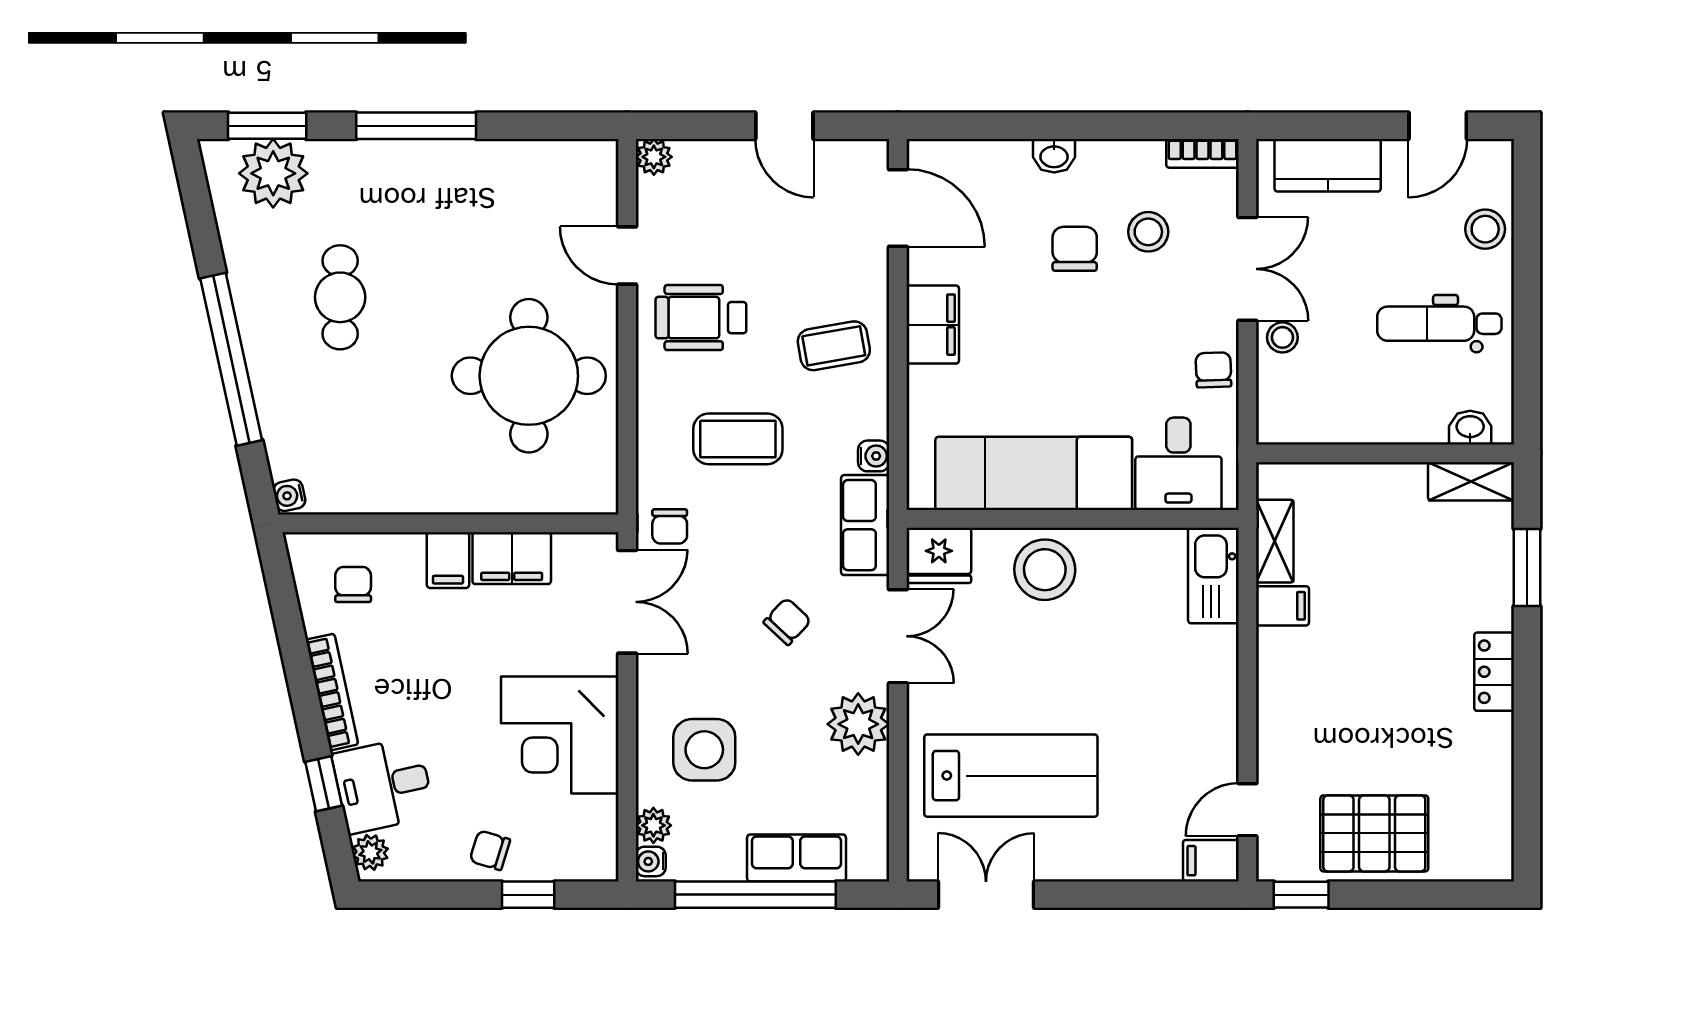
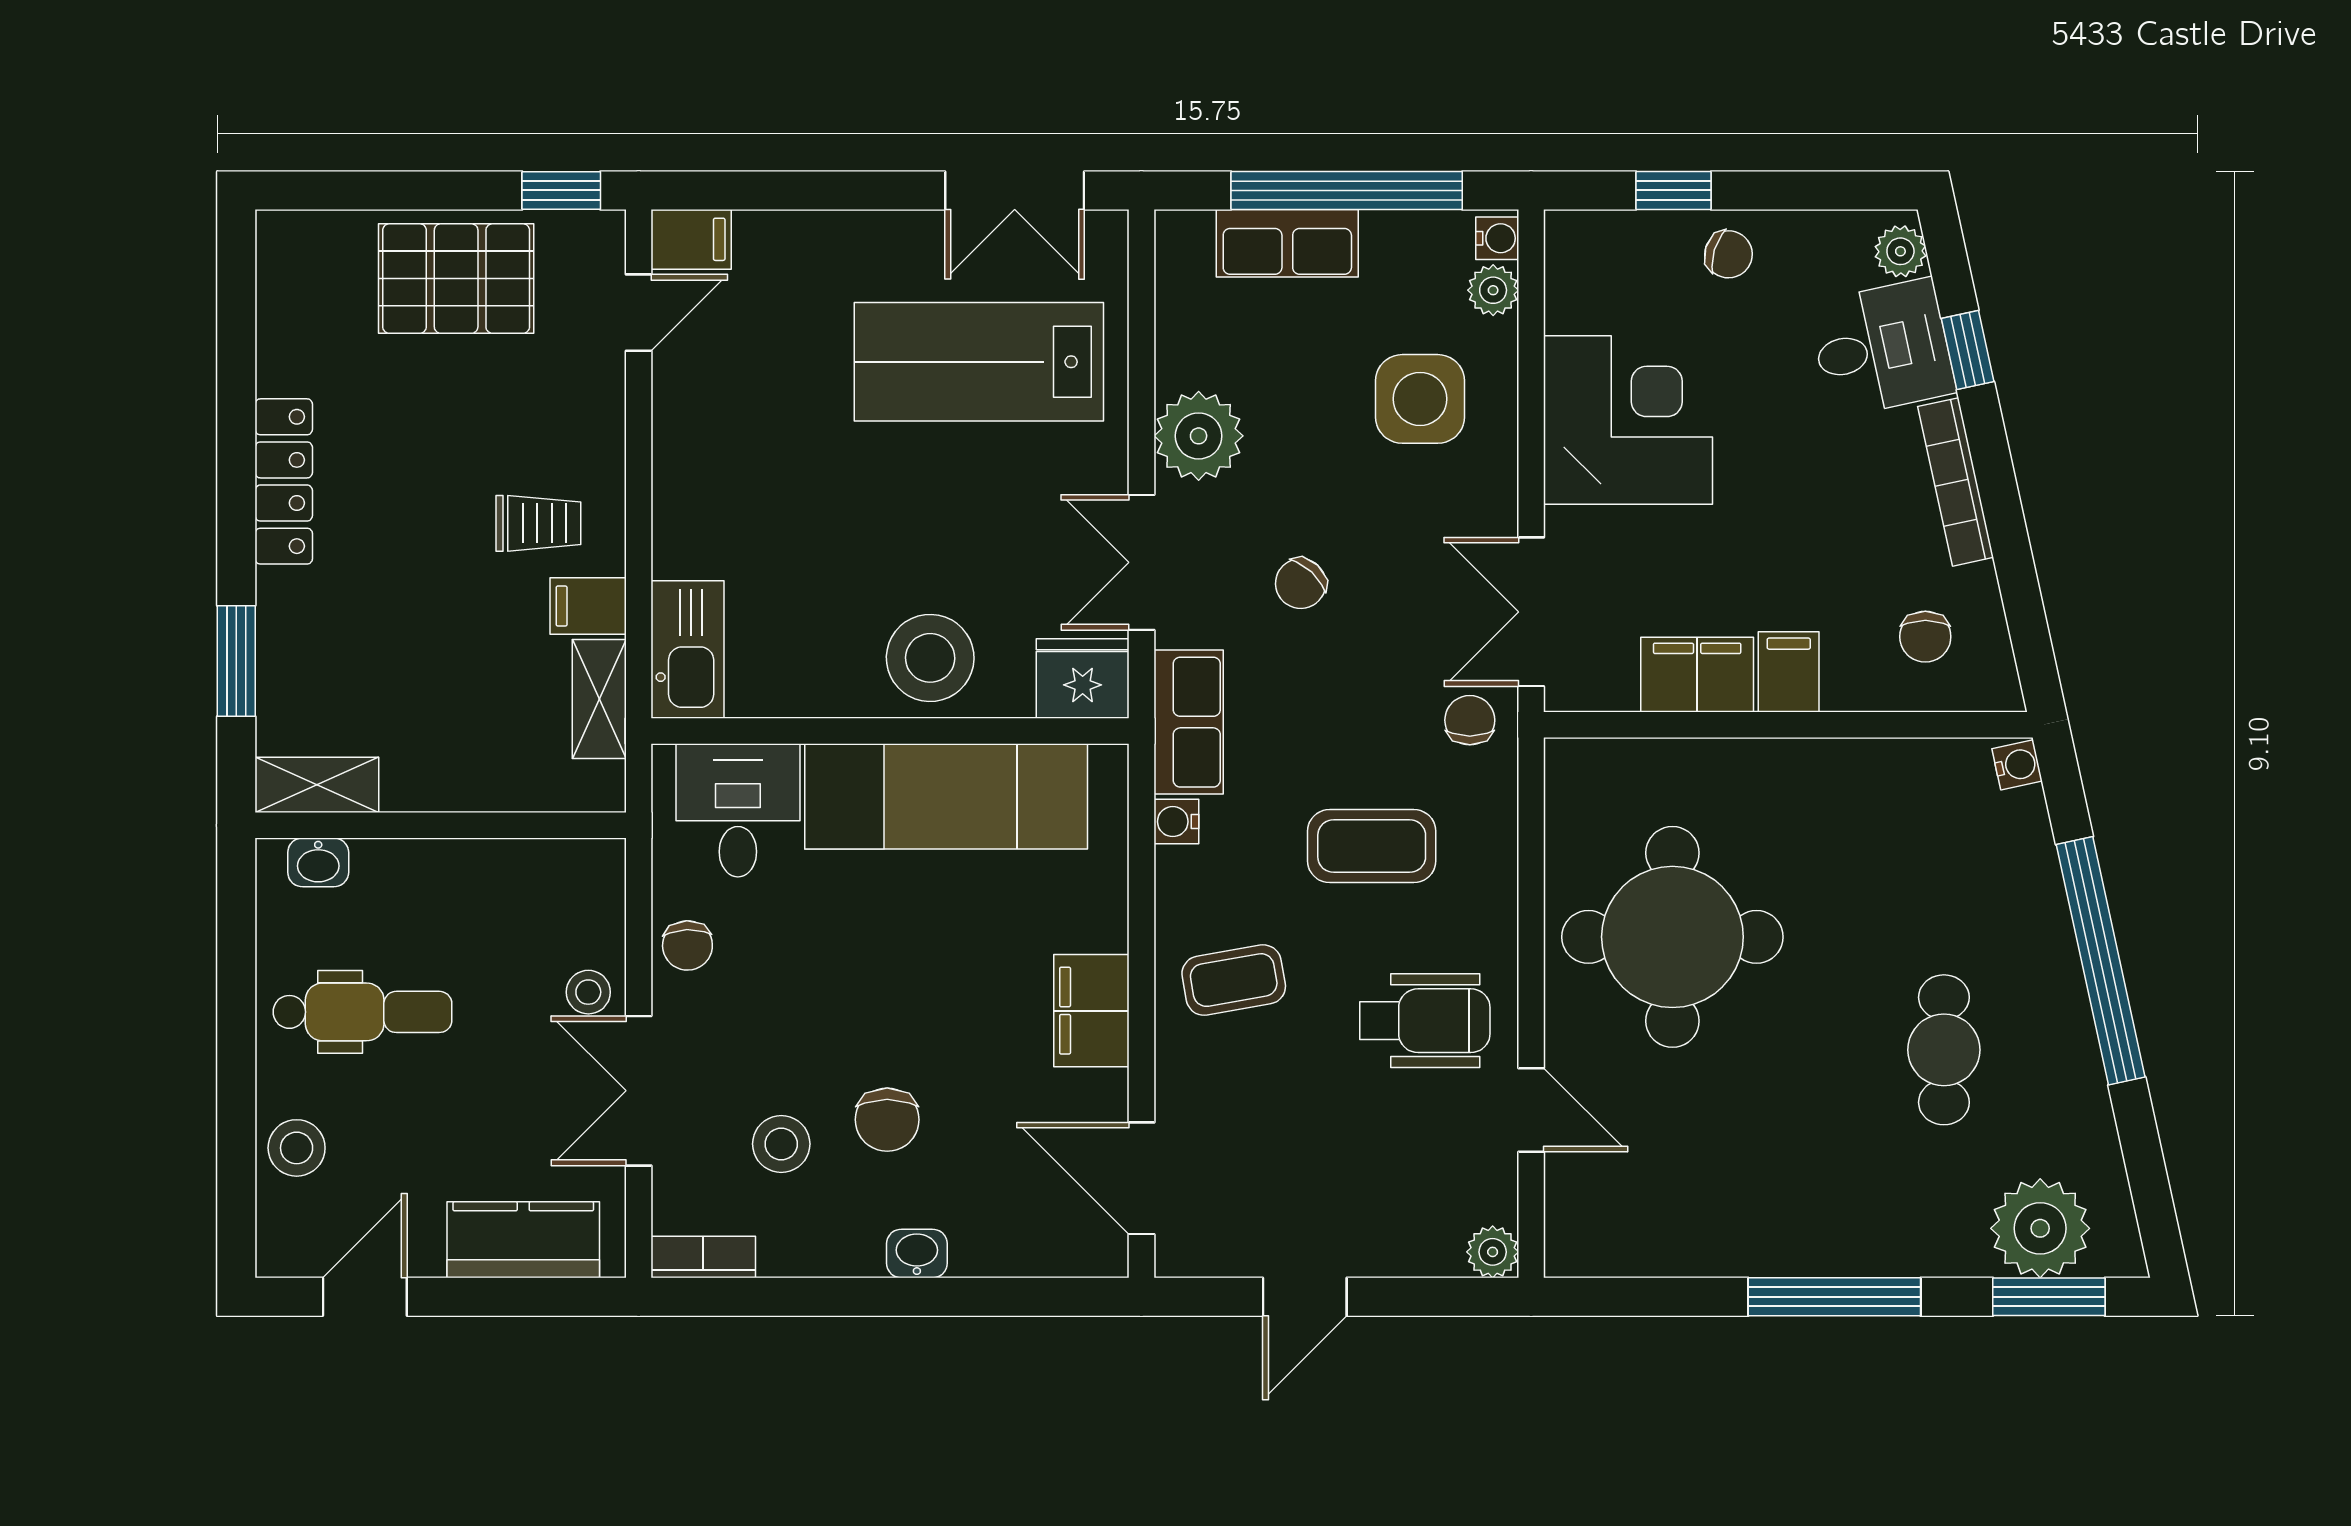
door: (784, 126) -> (1305, 1297), swing flipped
trolley: (1317, 663) -> (538, 523), added
locker: (1494, 672) -> (284, 481), width x1.53

